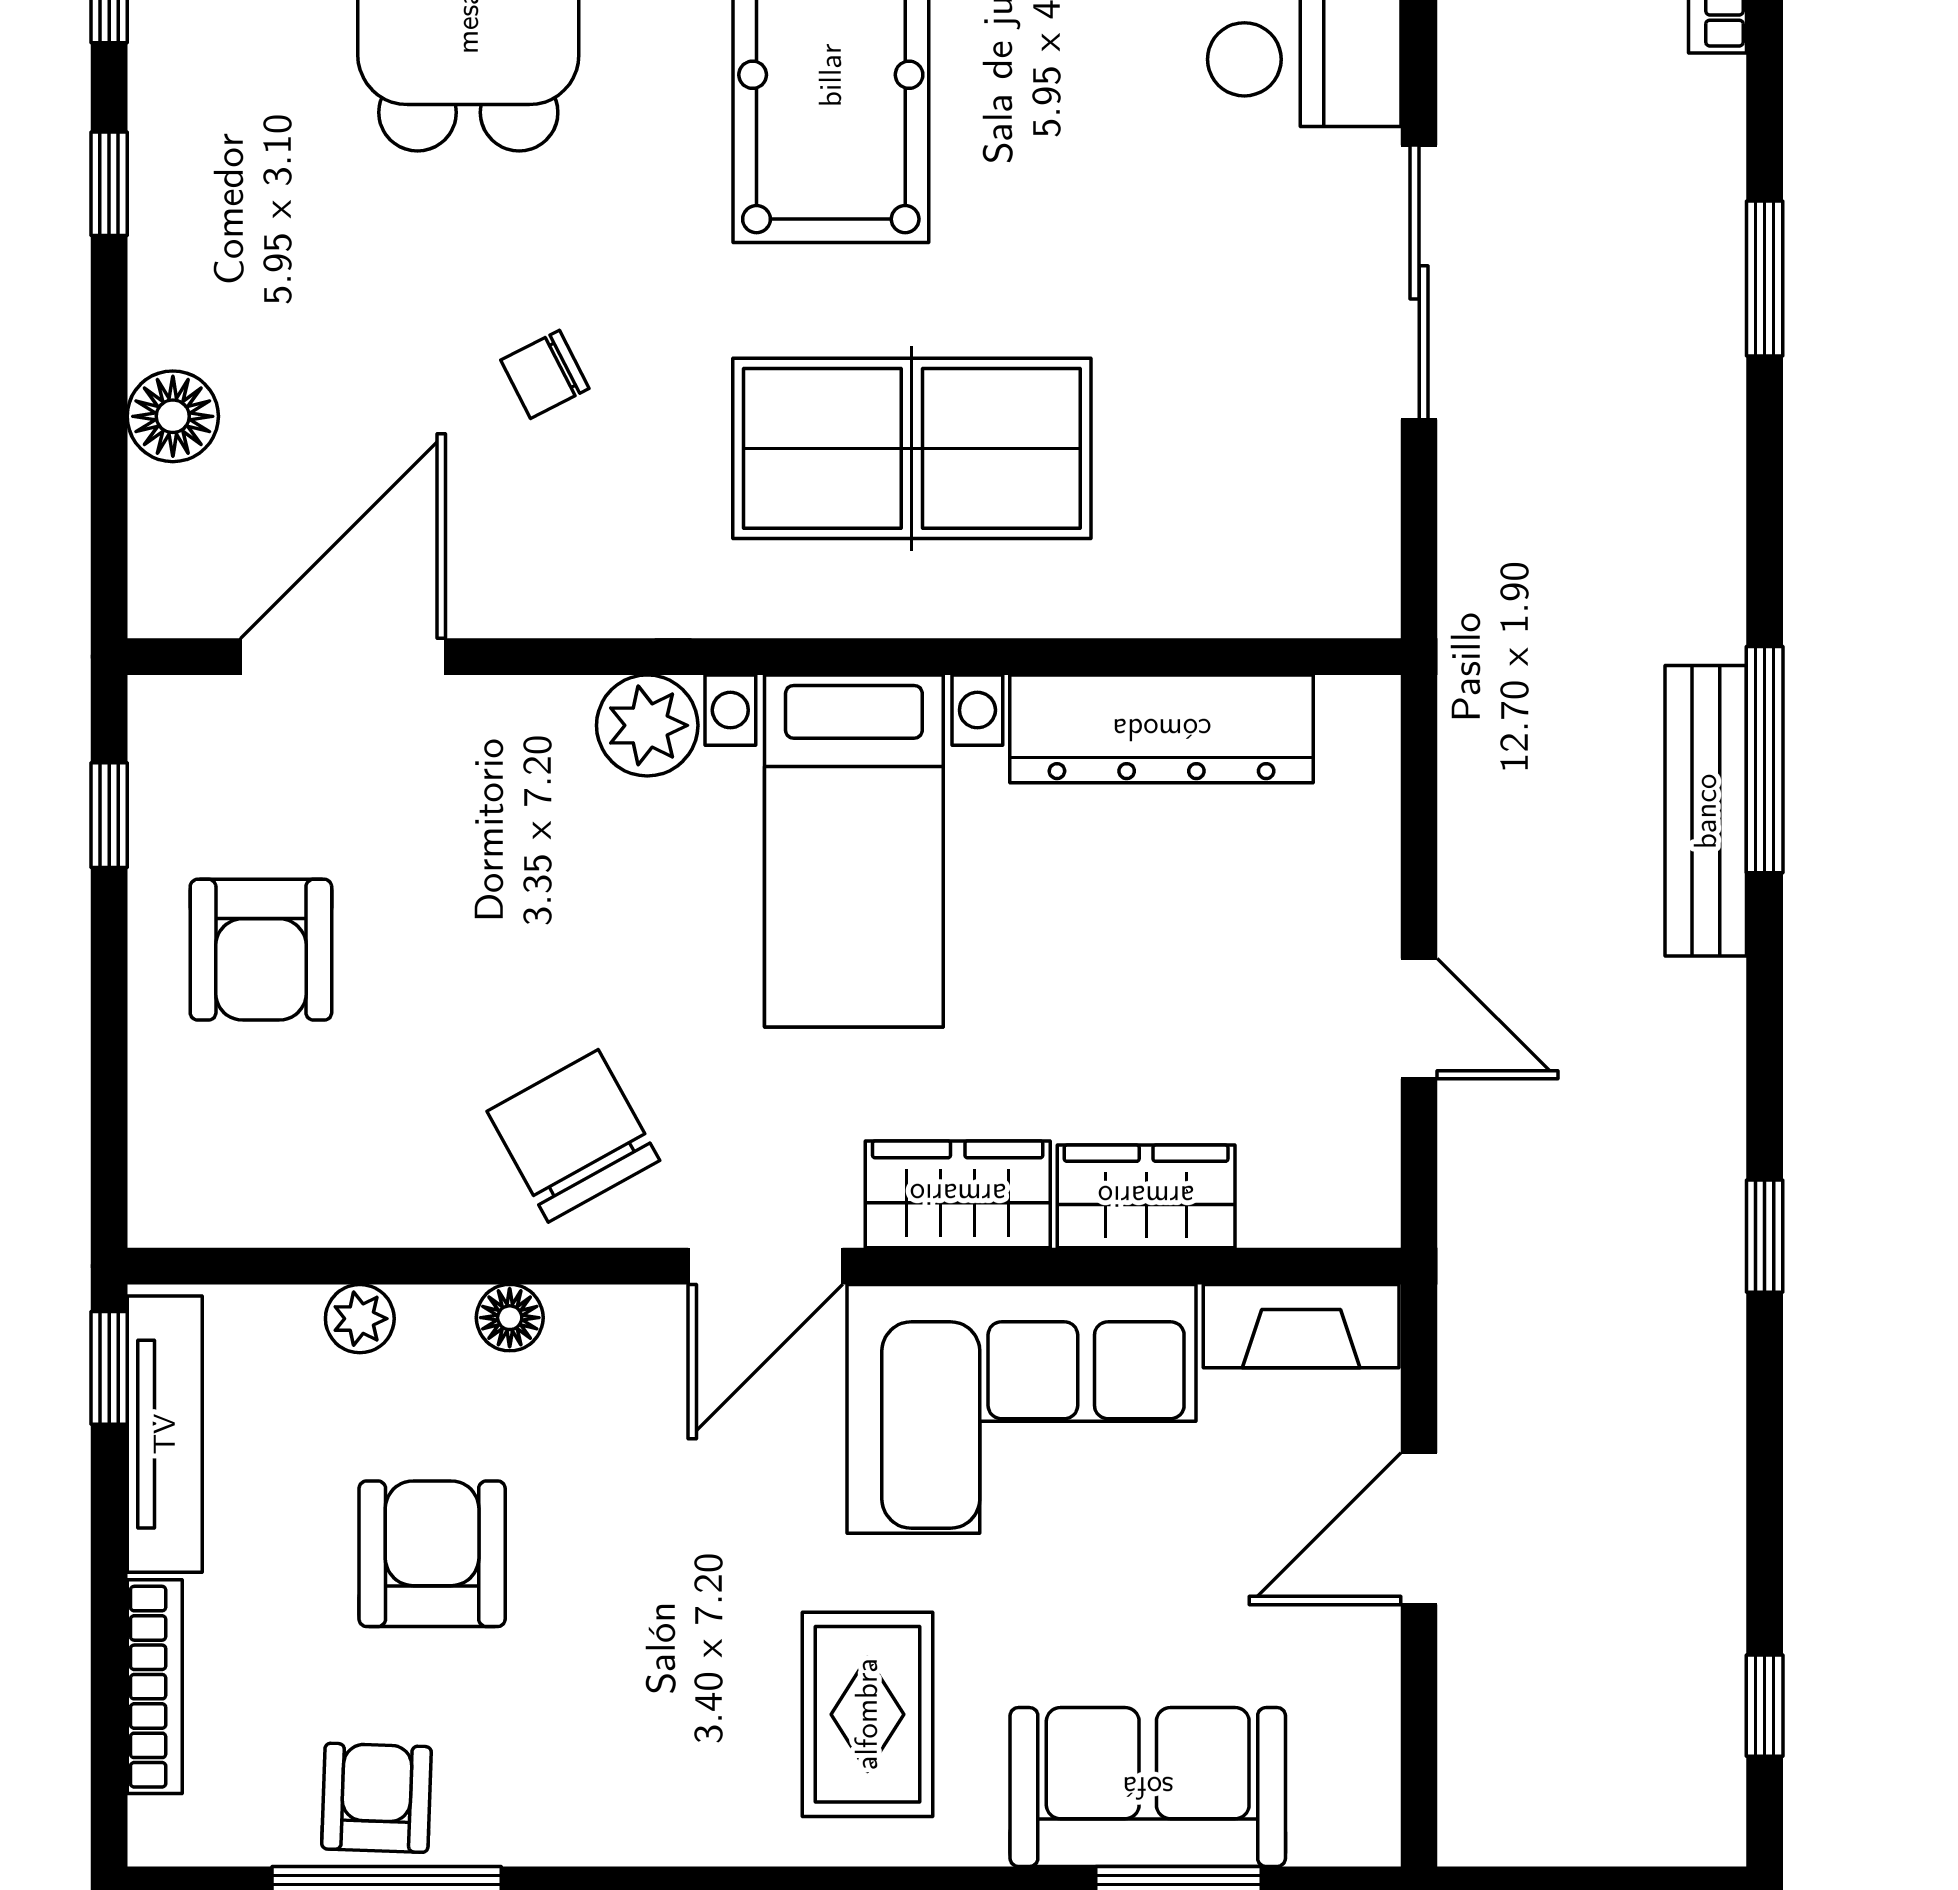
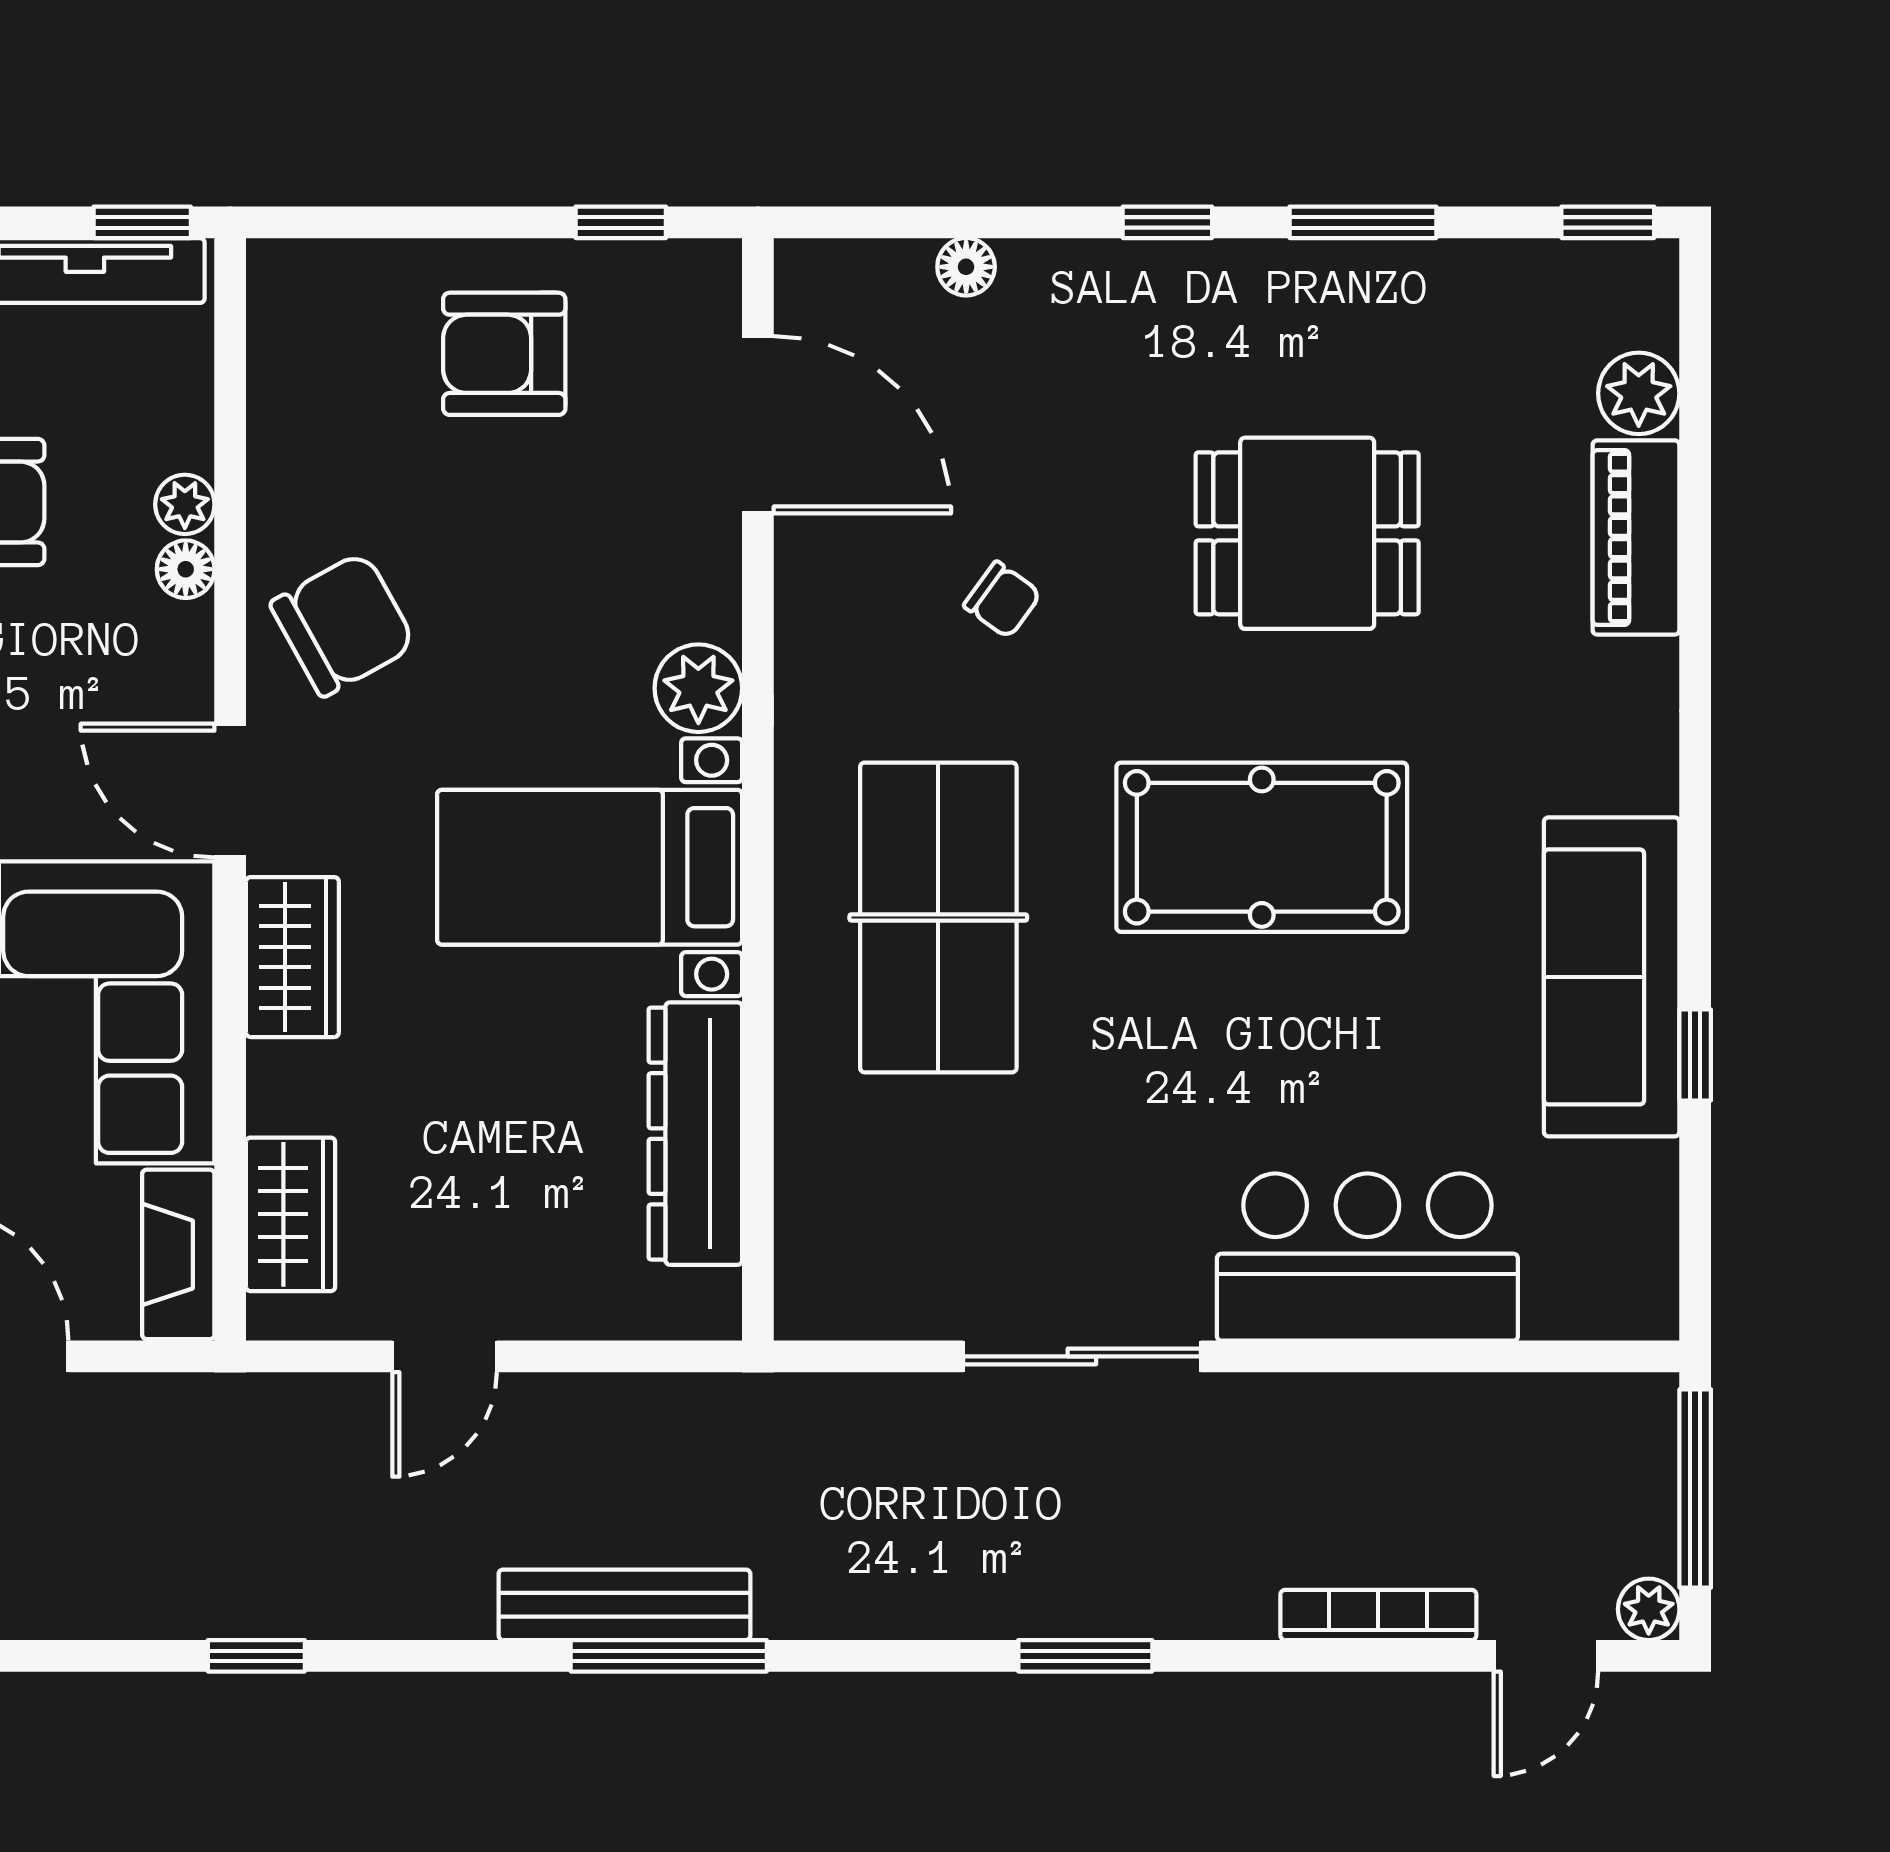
chair: (545, 374) -> (1002, 600), turned 153
floor lamp: (173, 416) -> (966, 267), width x0.73, depth x0.73
wardrobe: (1146, 1196) -> (291, 1214), moved
plant: (360, 1319) -> (185, 504), moved

